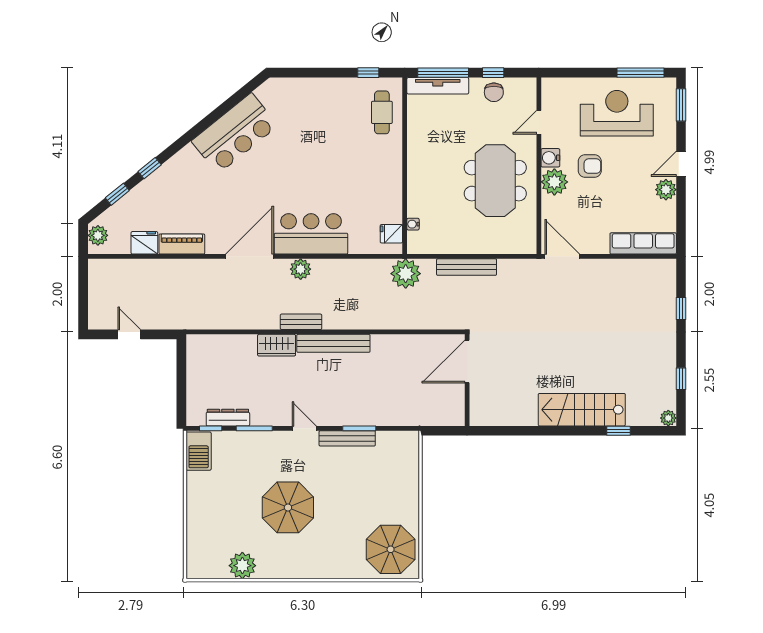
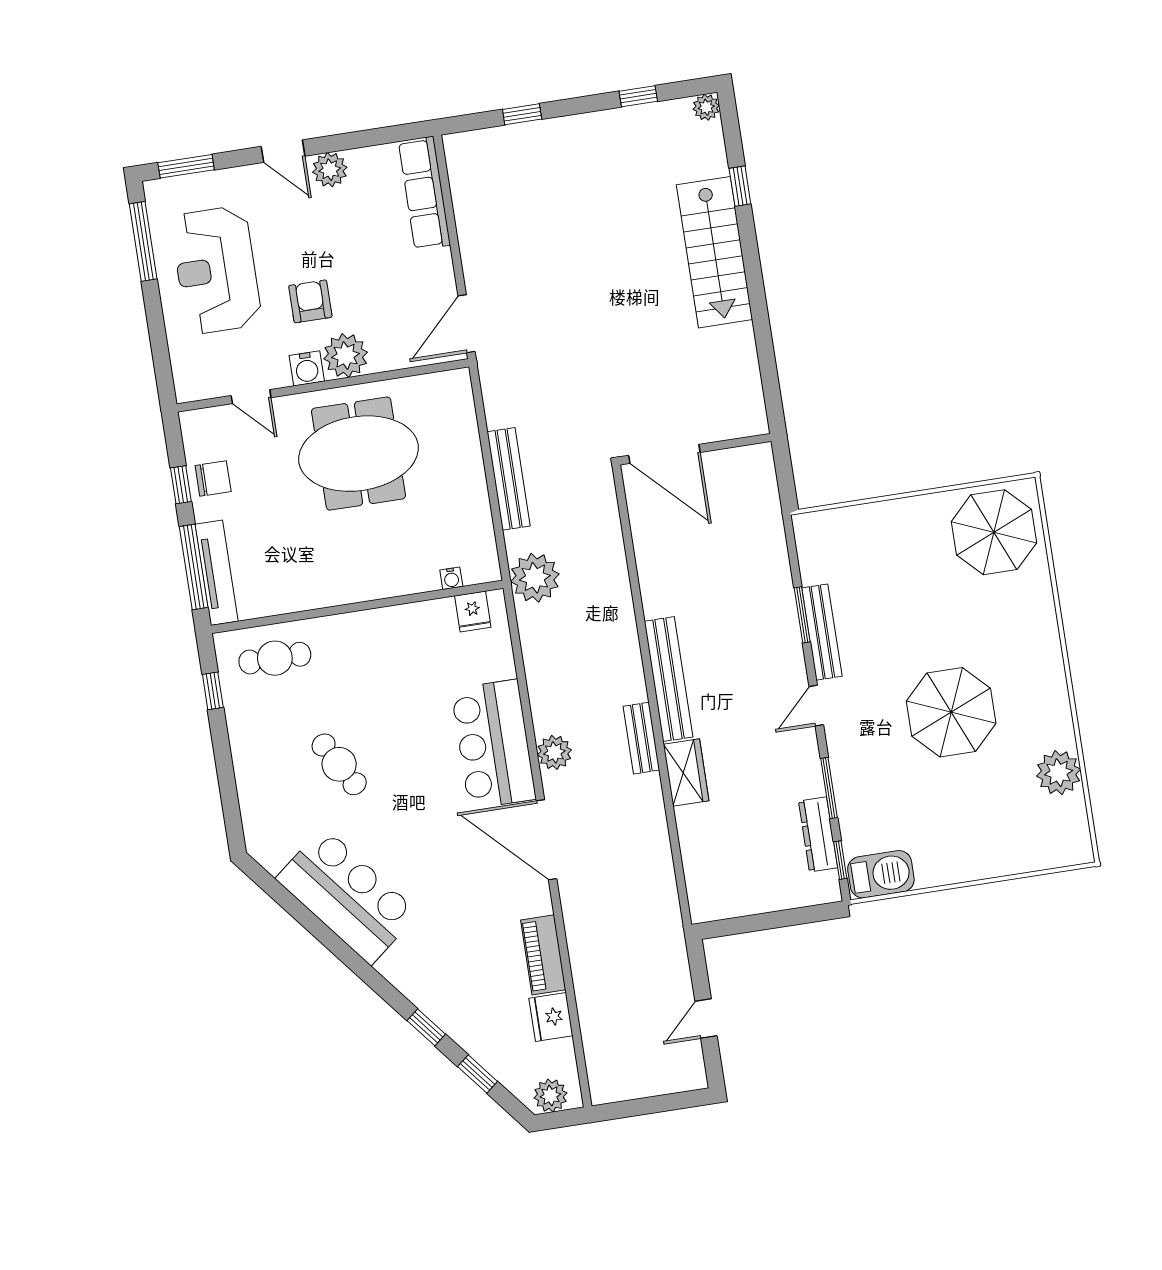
cafe table: (313, 141) -> (339, 764), added

